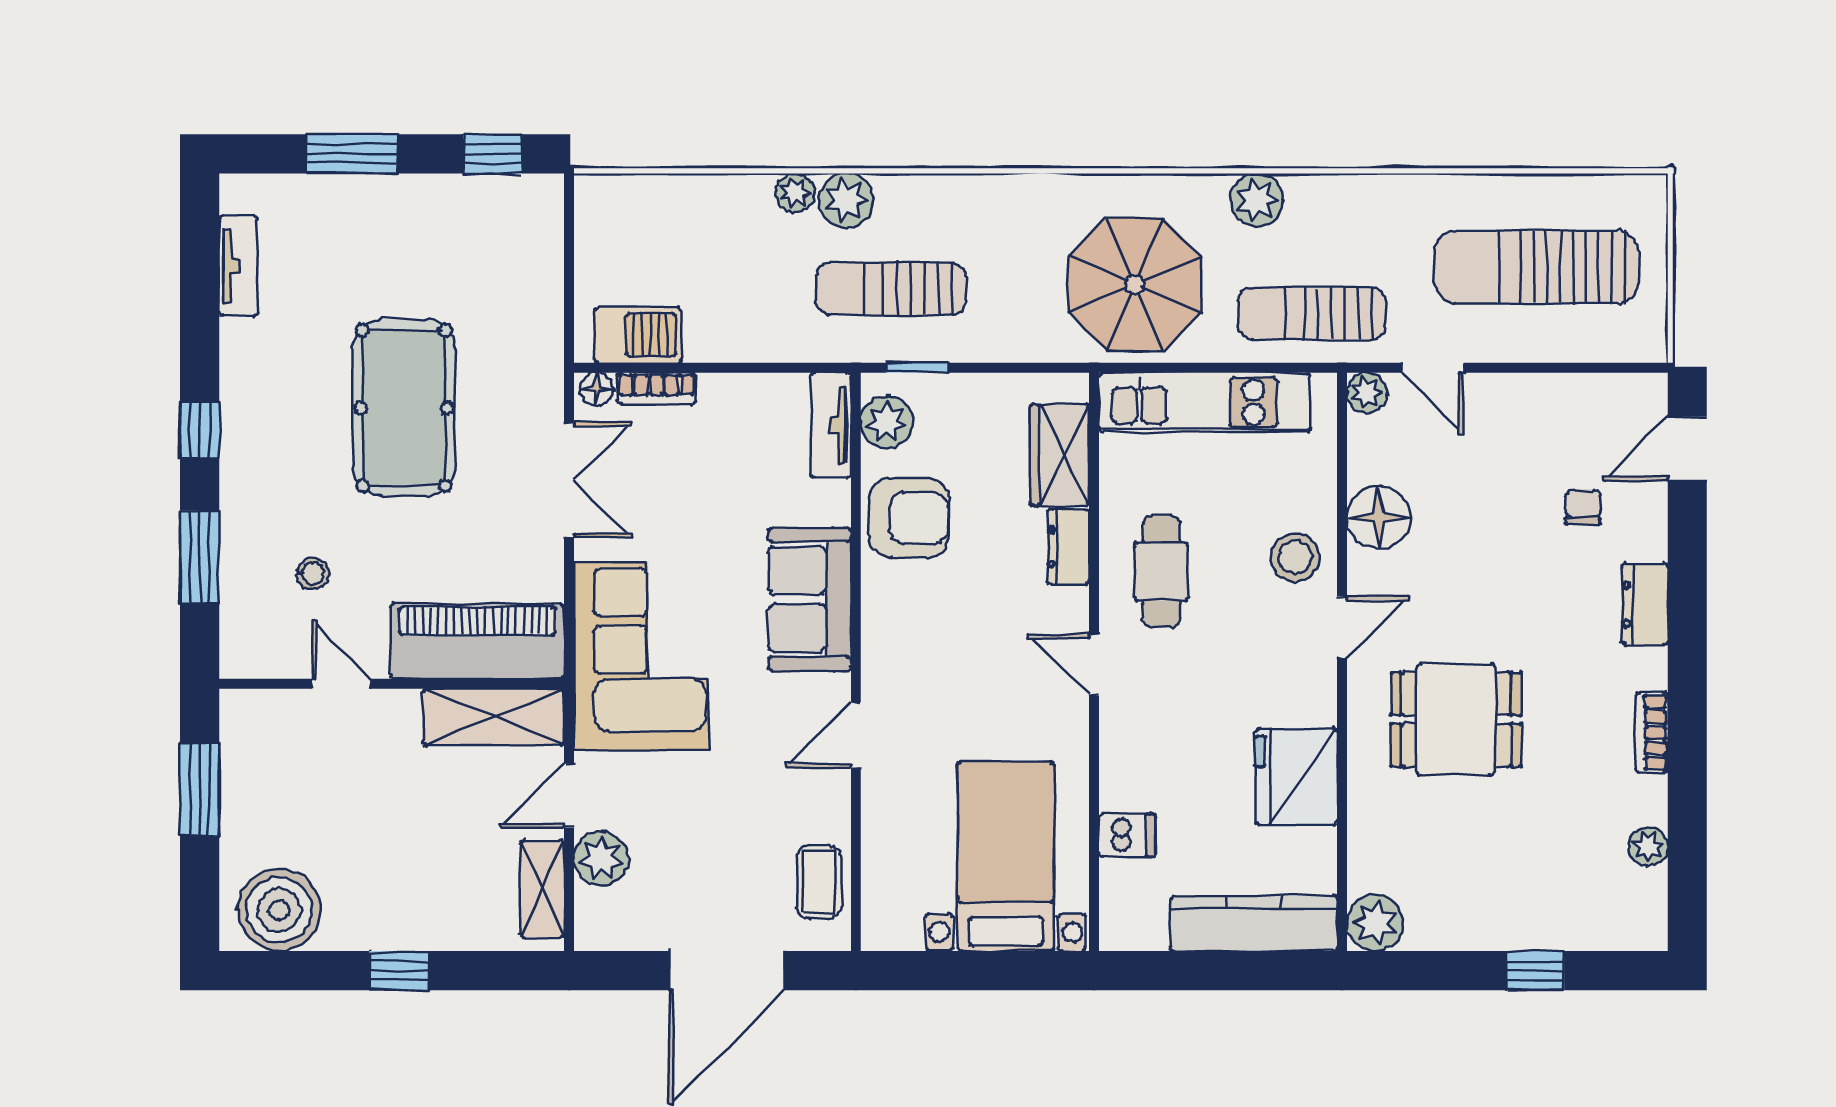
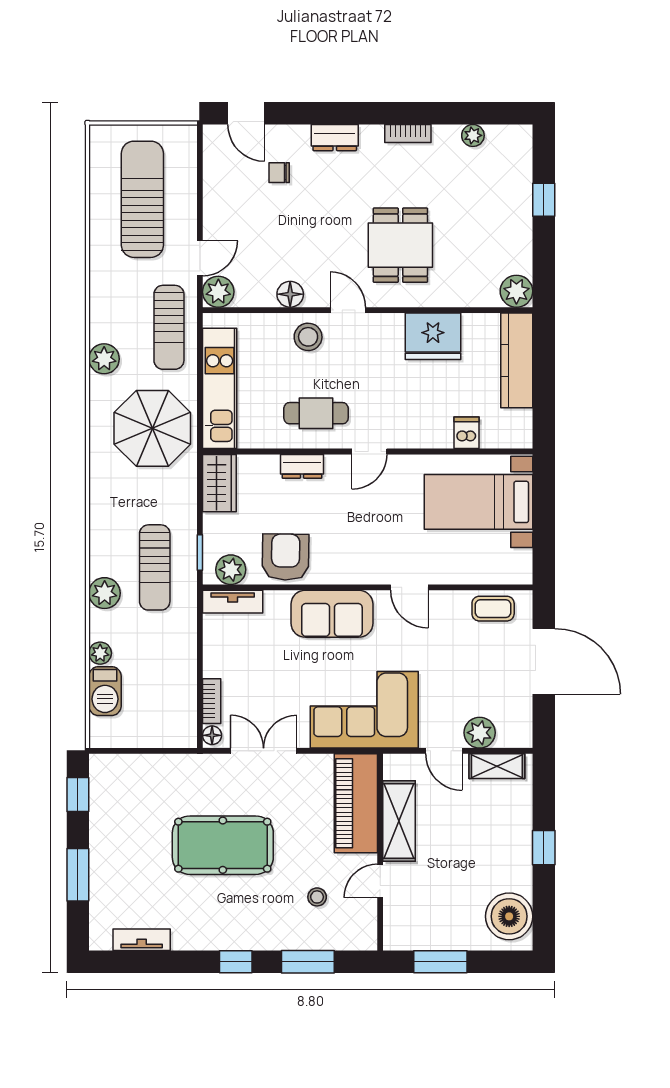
plant: (795, 193) -> (100, 653), moved
sun lounger: (1536, 267) -> (142, 199), turned 180
barbecue: (638, 335) -> (105, 691), moved, turned 180
plant: (1367, 393) -> (218, 292), width x1.38, depth x1.38
wardrobe: (1060, 455) -> (219, 483), moved, turned -90
floor lamp: (1379, 517) -> (290, 294), width x0.73, depth x0.73
shelving: (493, 717) -> (399, 821), moved

